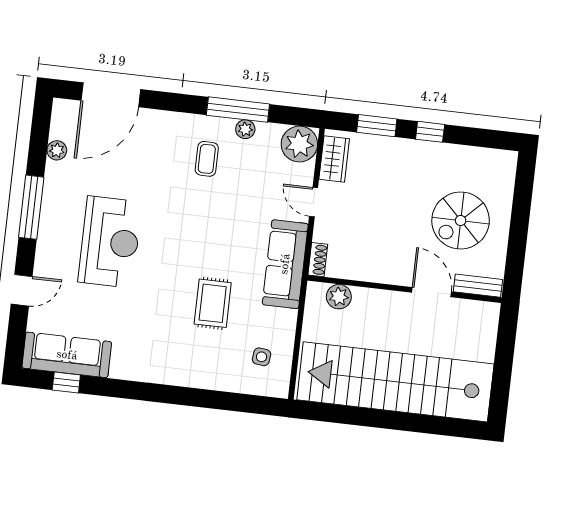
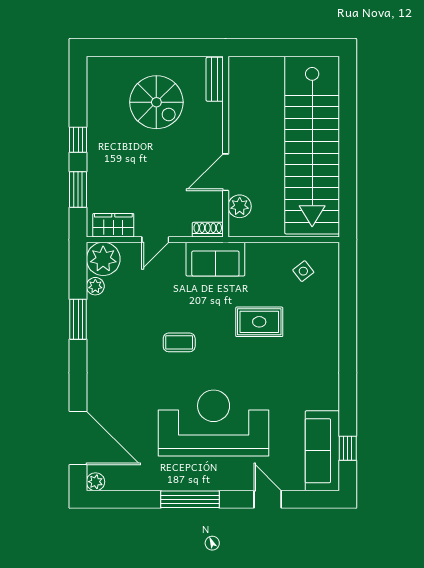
window: (238, 110) -> (78, 319), width x0.69
plant: (245, 129) -> (95, 286), moved
plant: (57, 150) -> (96, 482), moved
coffee table: (207, 159) -> (179, 342), moved
reception desk: (110, 242) -> (214, 423), width x1.36, depth x1.30
sofa: (285, 264) -> (215, 259), width x0.73
door: (432, 292) -> (226, 172), moved
side table: (262, 357) -> (303, 271), turned 45

